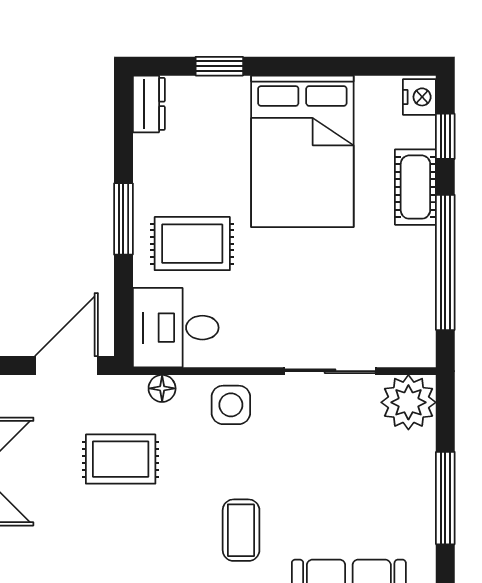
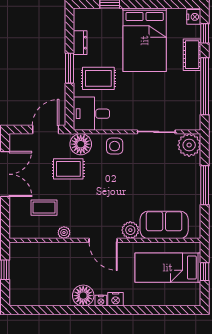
dresser: (149, 104) -> (80, 43), moved
floor lamp: (162, 388) -> (81, 144), width x1.89, depth x1.89
coffee table: (241, 530) -> (44, 208), moved, turned 90

